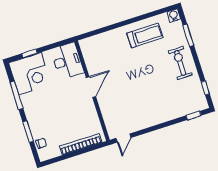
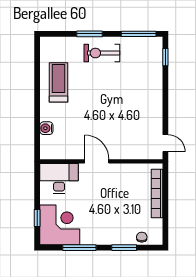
water cooler: (174, 15) -> (46, 128), moved
window: (188, 35) -> (89, 34), moved
window: (205, 88) -> (139, 34), width x2.17

